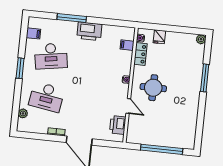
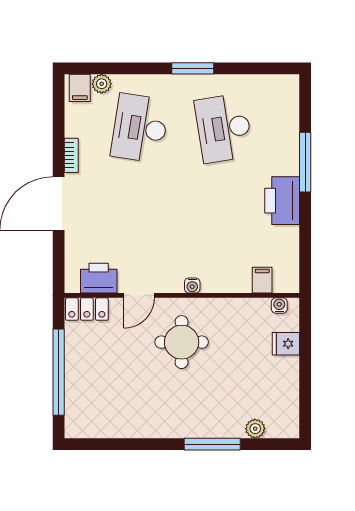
filing cabinet: (33, 33) -> (80, 88), moved
plant: (201, 39) -> (255, 429), moved
locker: (140, 54) -> (87, 309), moved

